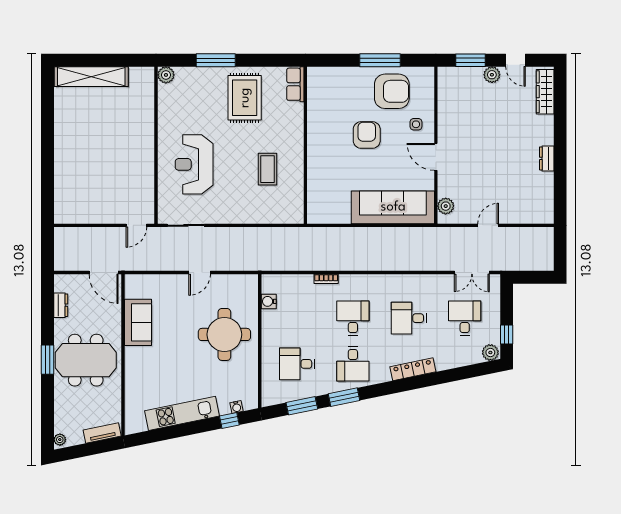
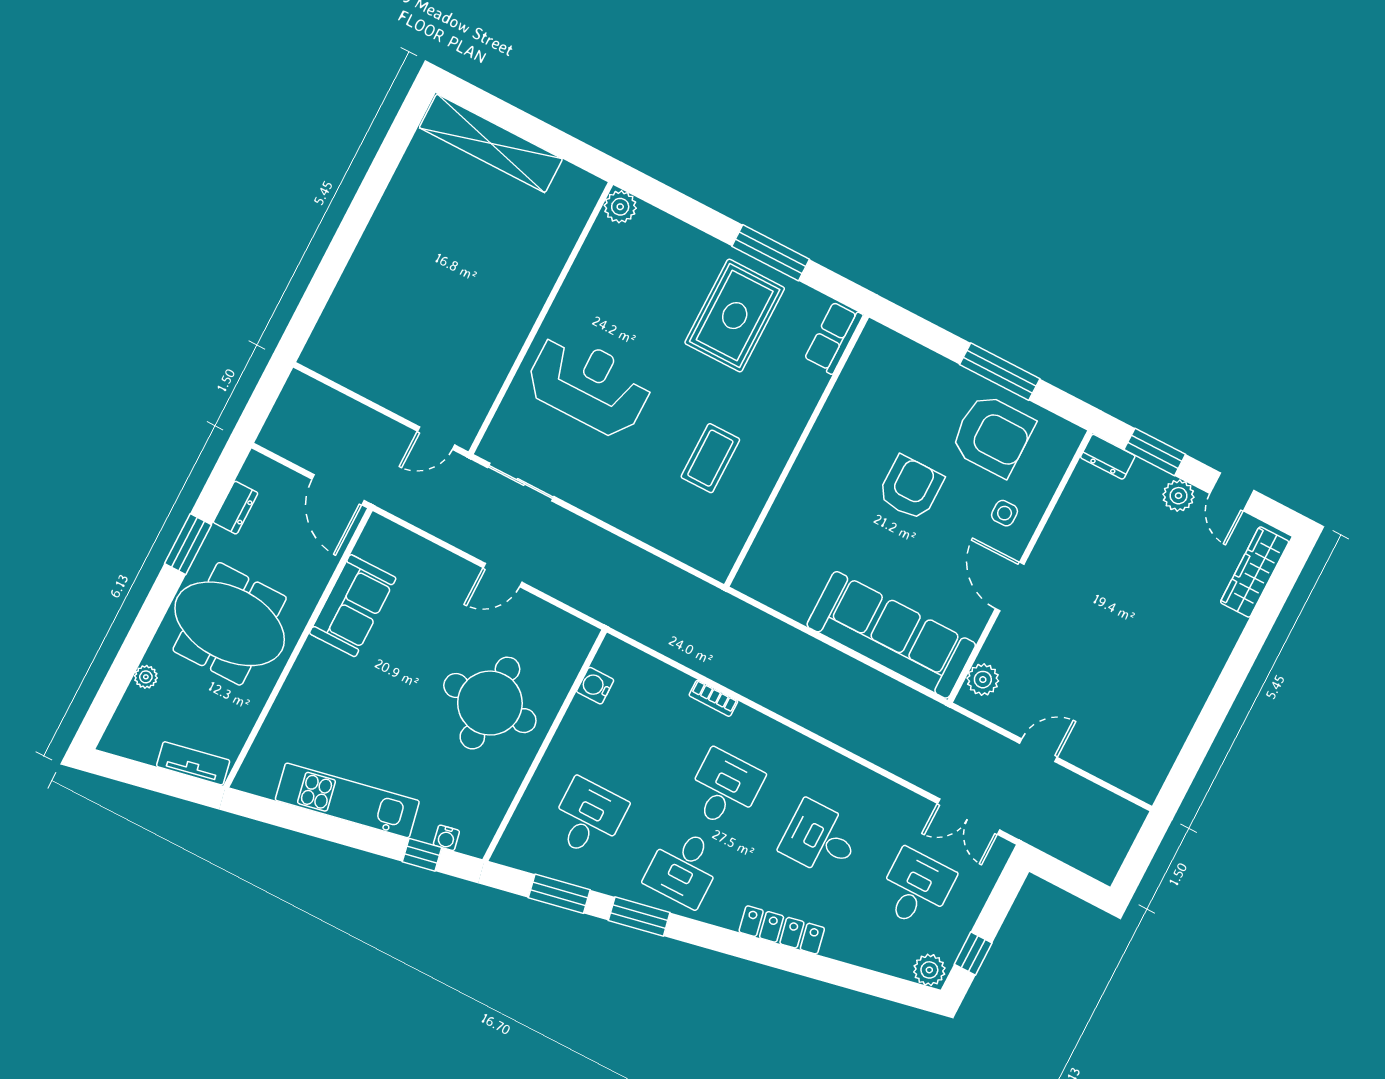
window: (216, 60) -> (771, 253), moved
dresser: (547, 158) -> (1108, 457), moved, turned -90
reception desk: (194, 164) -> (589, 385), turned 90
window: (47, 360) -> (188, 544), moved
desk: (297, 364) -> (588, 818), turned 90
plant: (60, 440) -> (146, 677), moved

